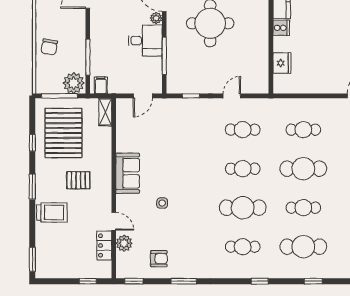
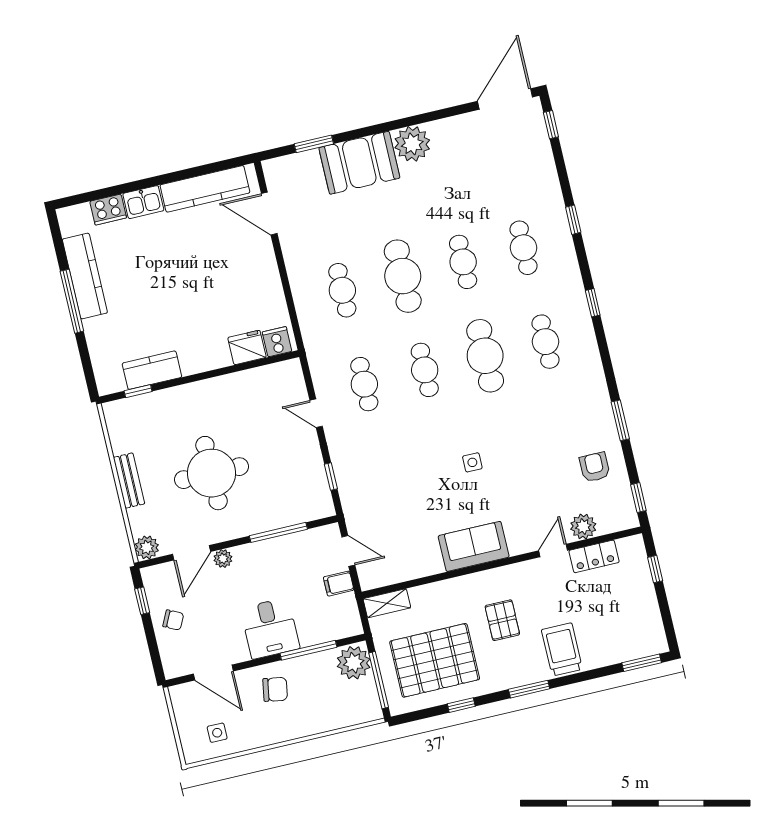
cooker: (281, 28) -> (277, 342), moved
desk: (145, 41) -> (270, 628), moved, turned 180
chair: (49, 47) -> (275, 689), moved
filing cabinet: (101, 85) -> (339, 584), moved
side table: (162, 203) -> (472, 462), moved
cafe table: (303, 247) -> (523, 248), width x0.73, depth x0.74

